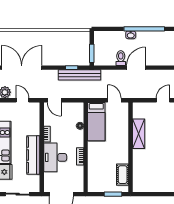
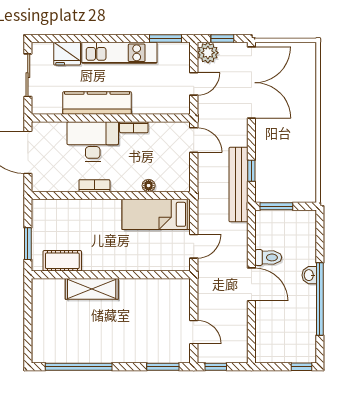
door: (54, 100) -> (194, 140), swing flipped
shelving: (139, 134) -> (92, 289), moved

